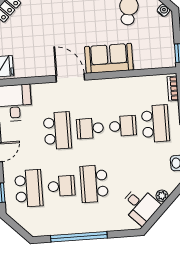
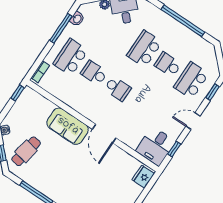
school desk: (57, 131) -> (141, 104), removed
school desk: (94, 184) -> (144, 49), turned 180

